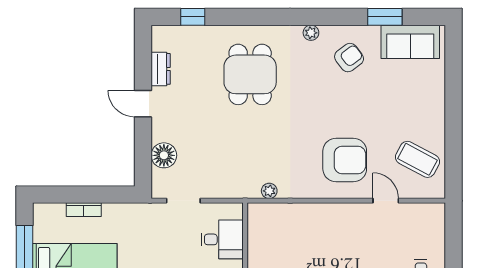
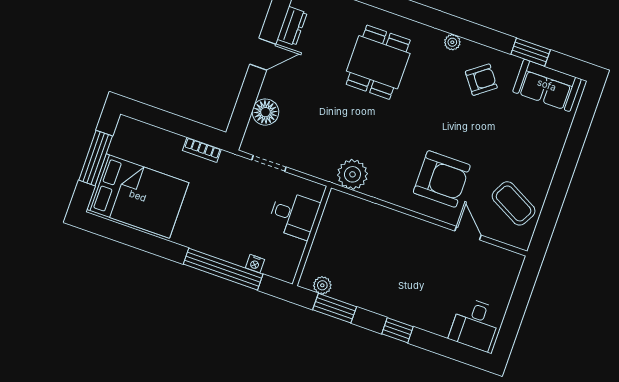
door: (143, 104) -> (263, 54), swing flipped
plant: (269, 191) -> (352, 174), width x1.88, depth x1.88
bookcase: (84, 210) -> (202, 150), moved

